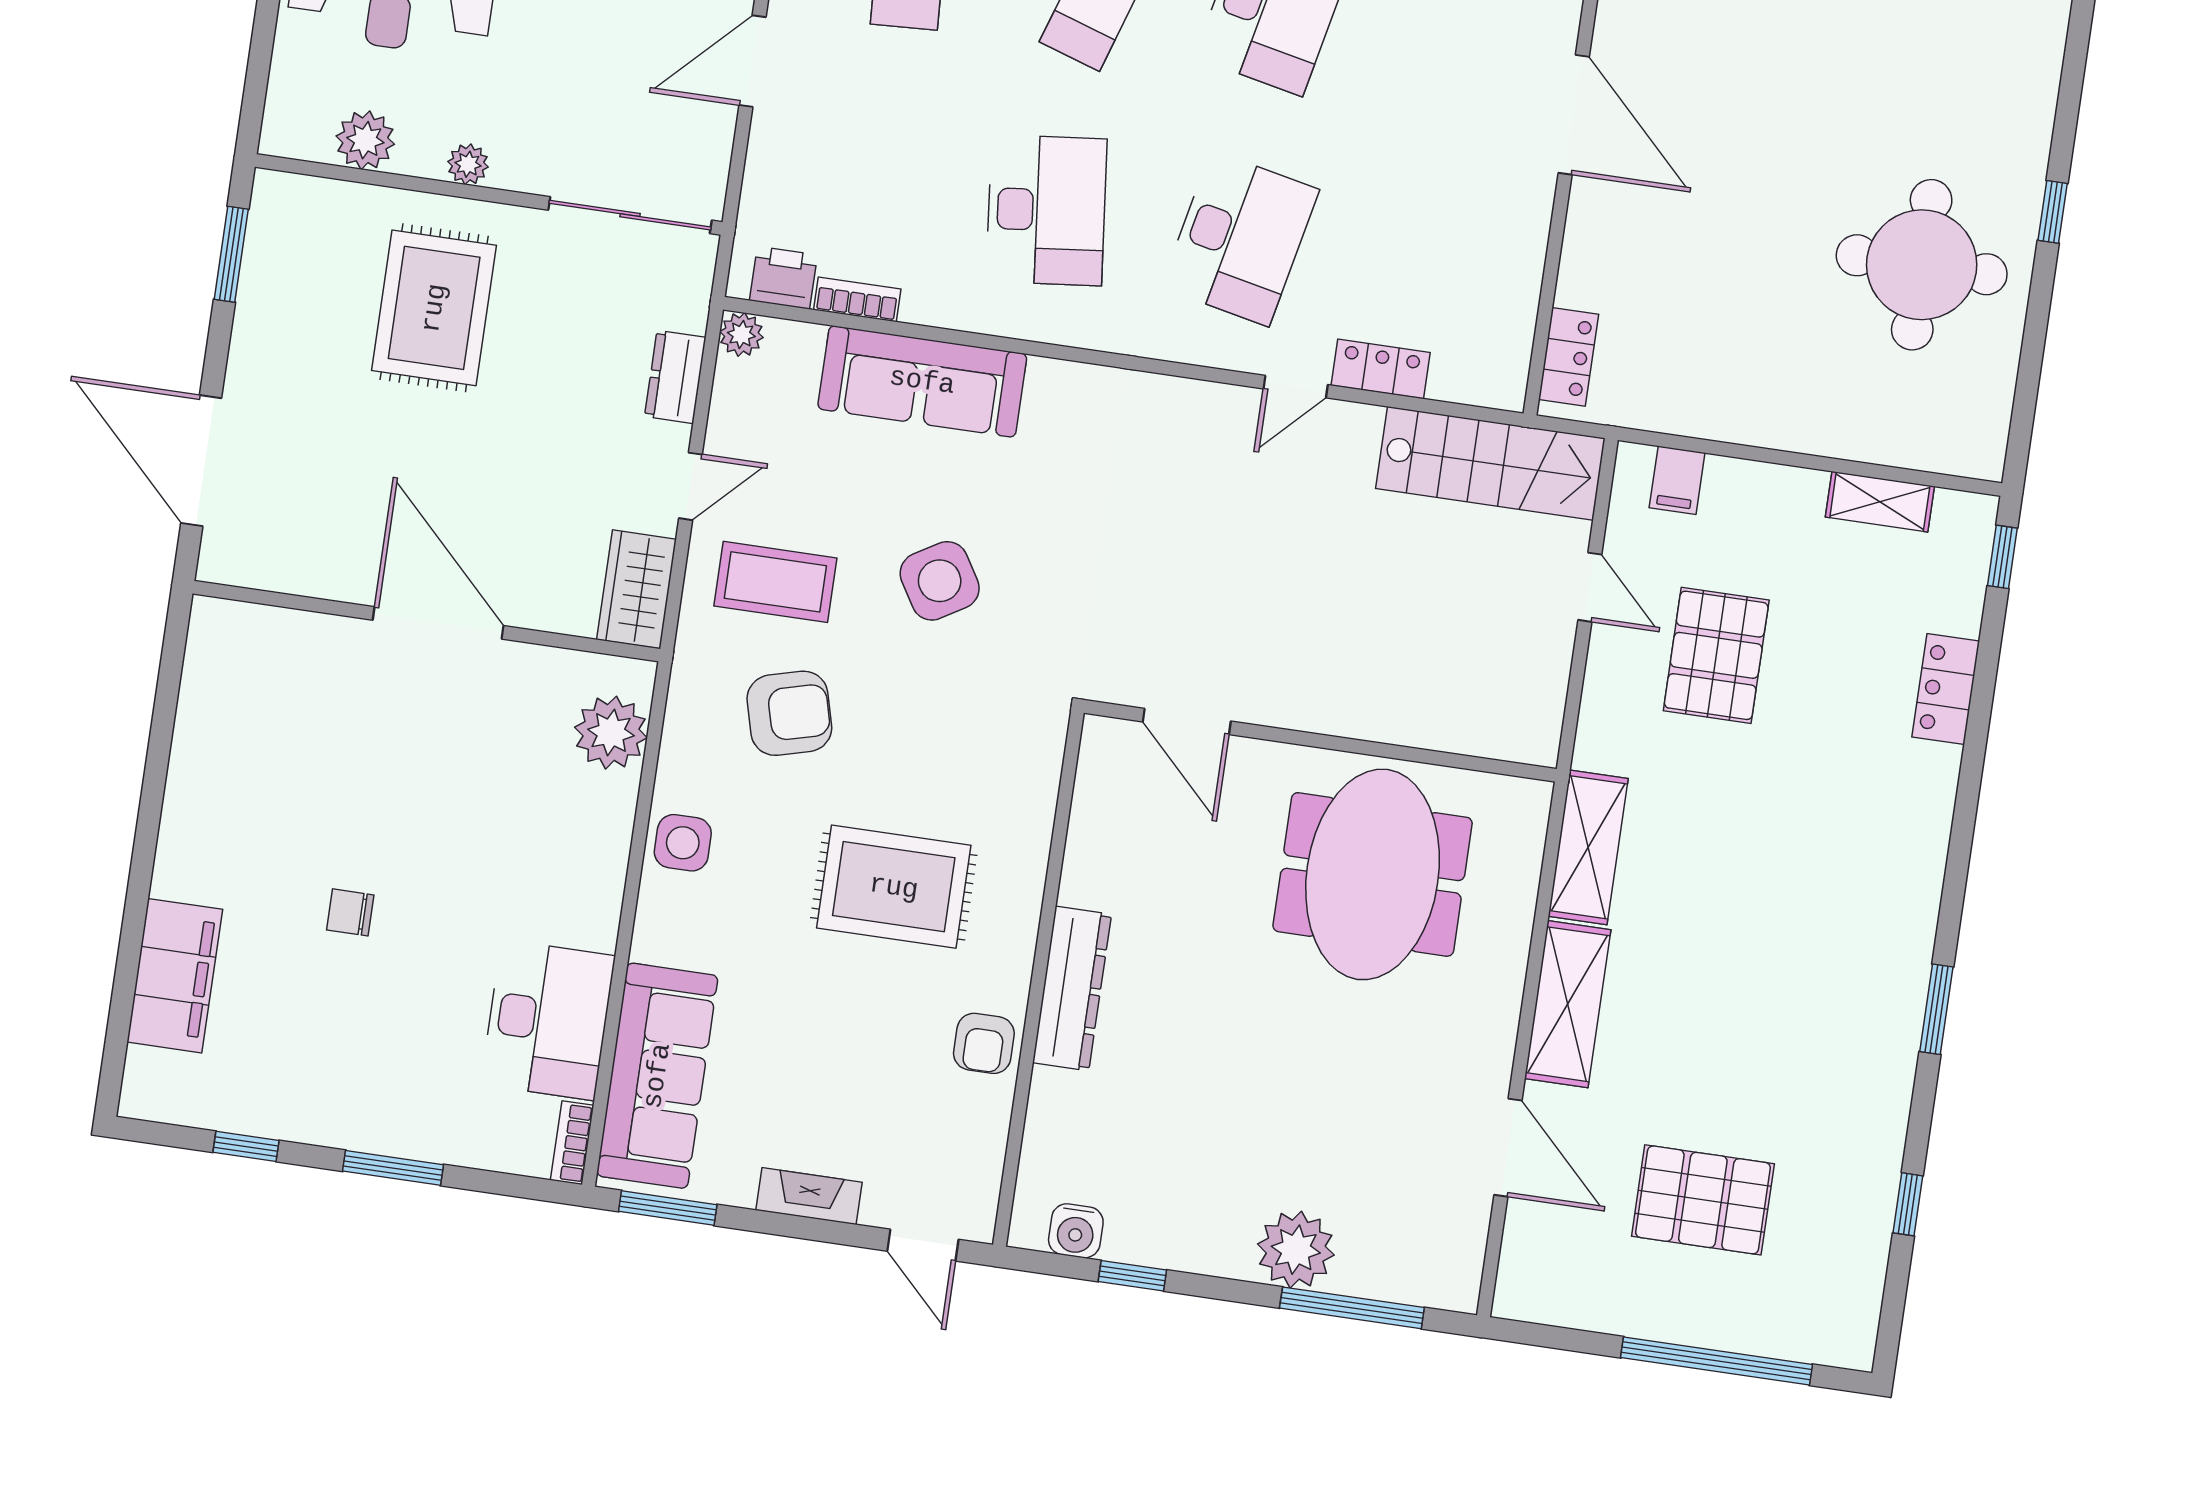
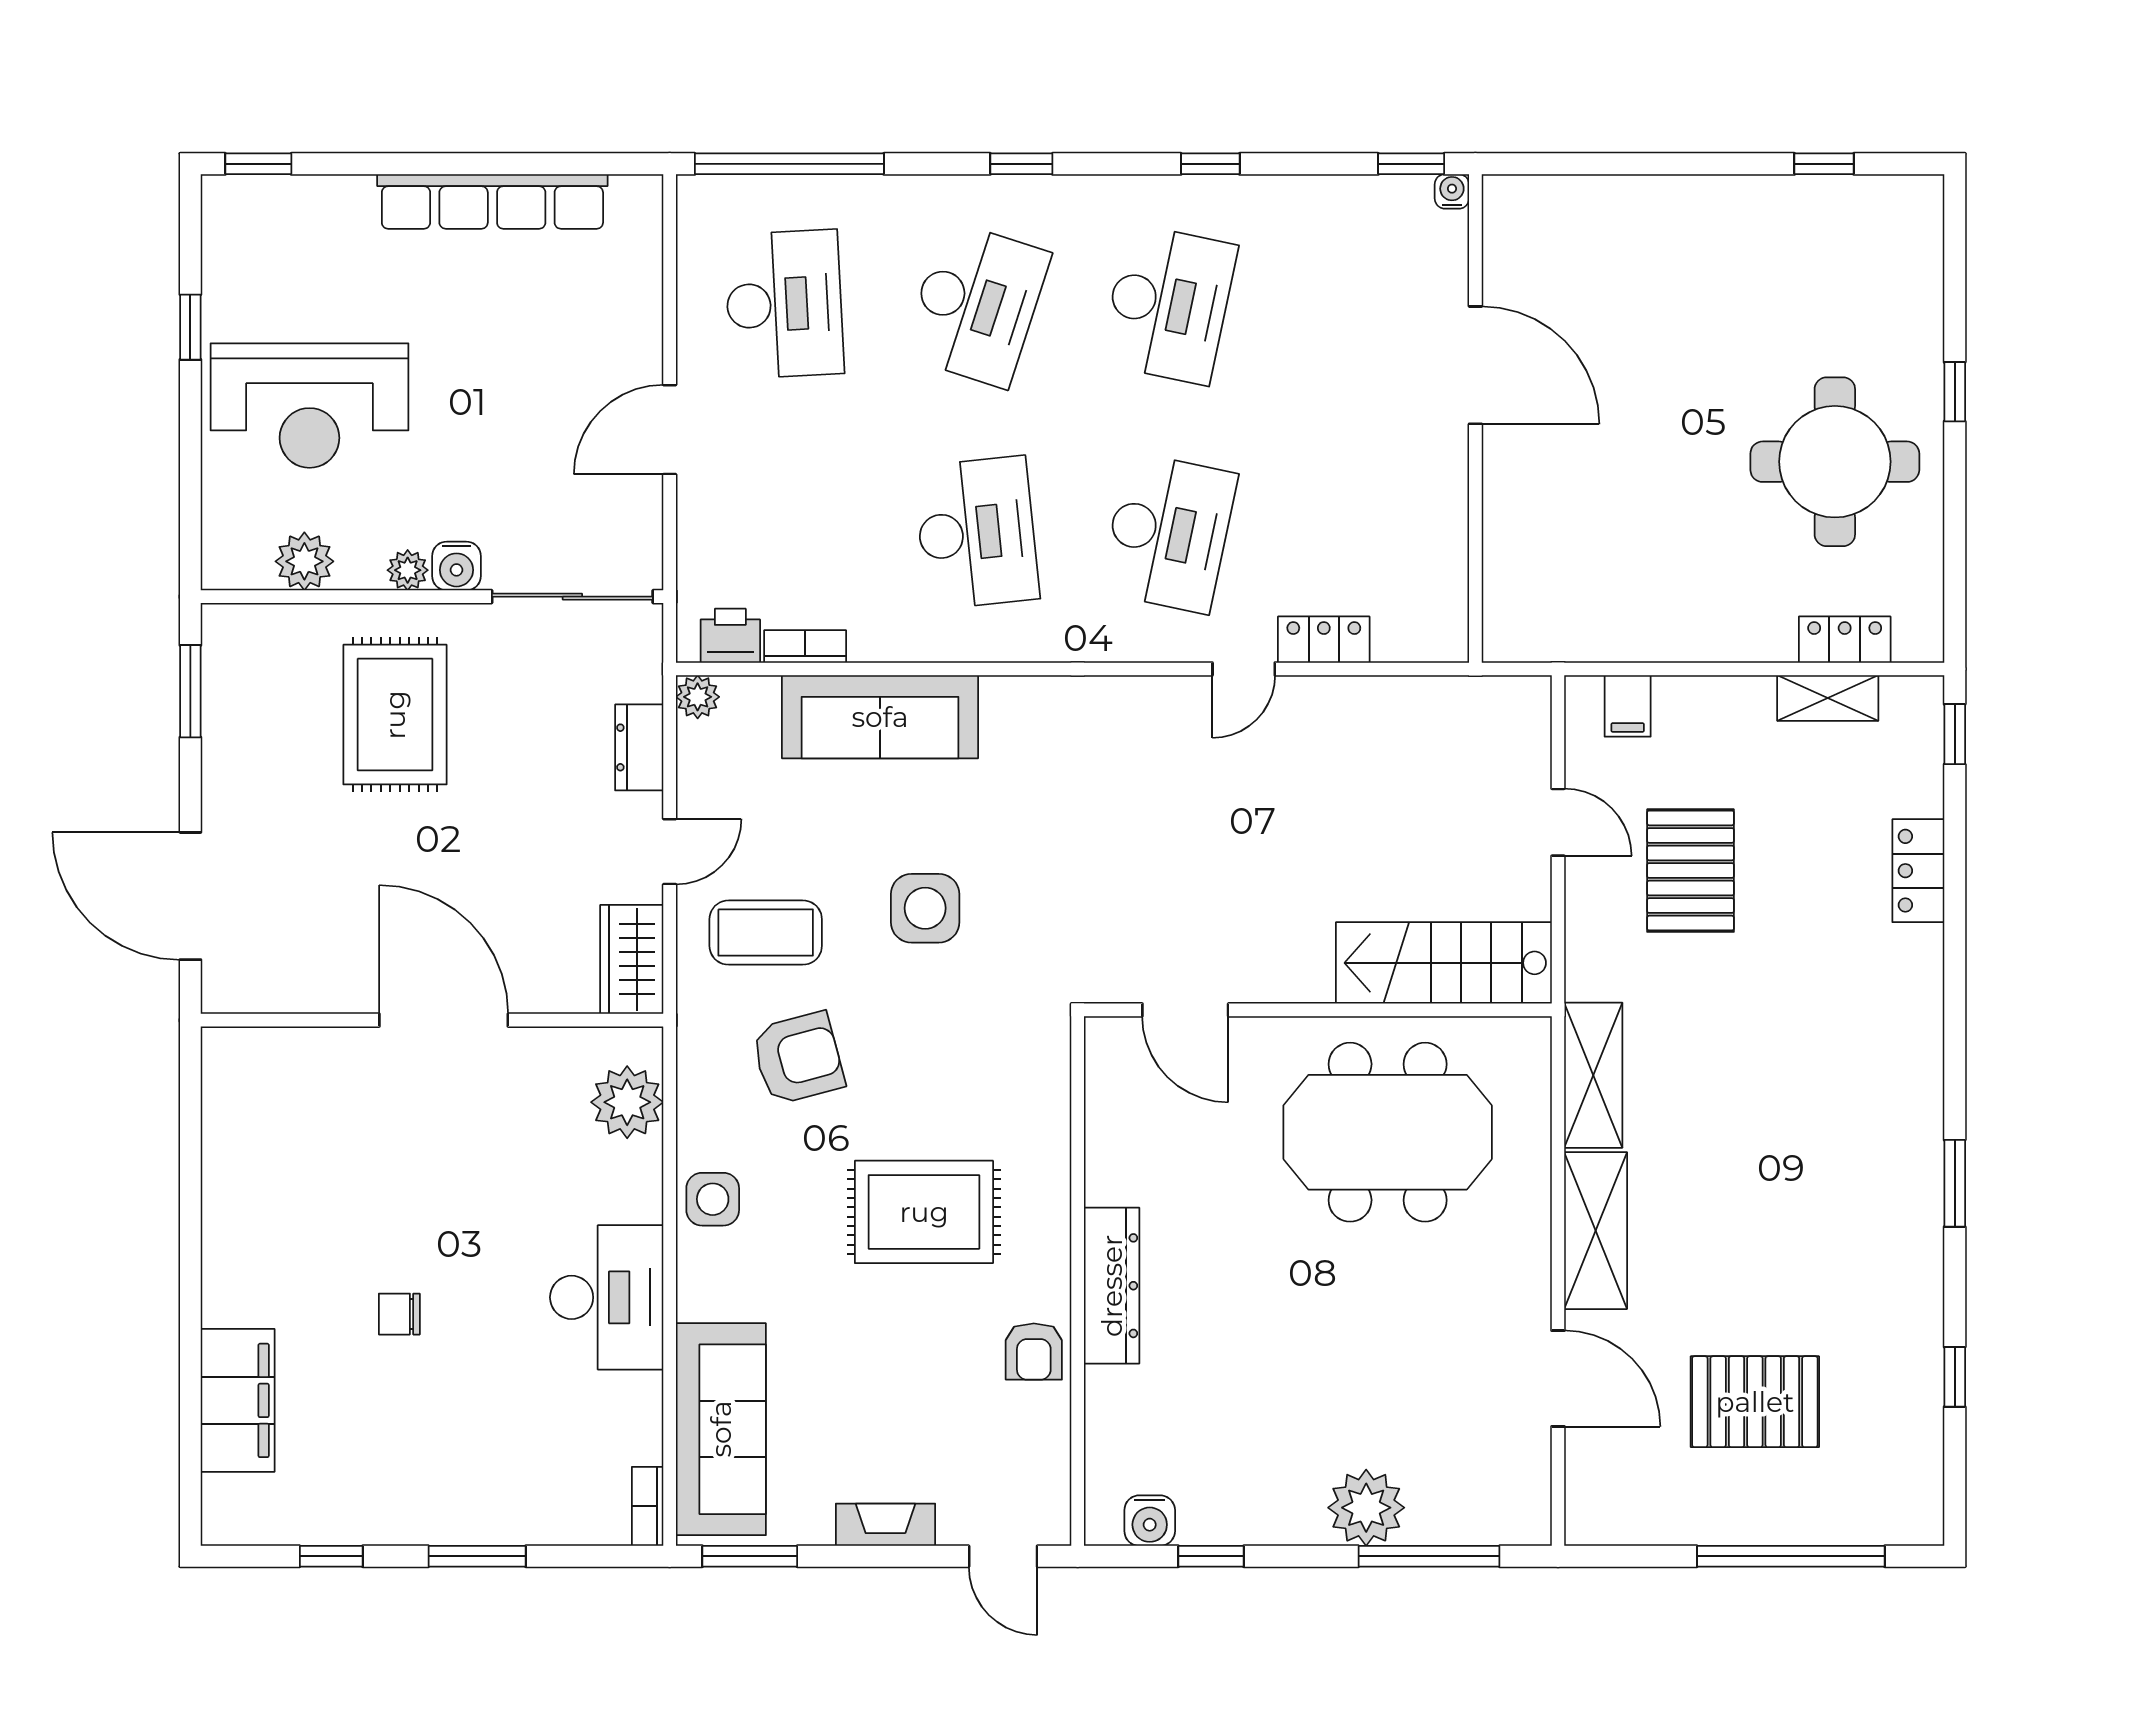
water cooler: (518, 167) -> (456, 566), added
locker: (1569, 357) -> (1845, 640), moved, turned -90
stairs: (1490, 463) -> (1444, 963), moved, turned 180
side table: (940, 581) -> (925, 908), turned 31
meeting table: (1373, 874) -> (1388, 1132), turned 90
desk: (548, 1020) -> (607, 1297), moved

